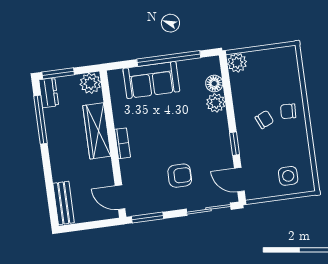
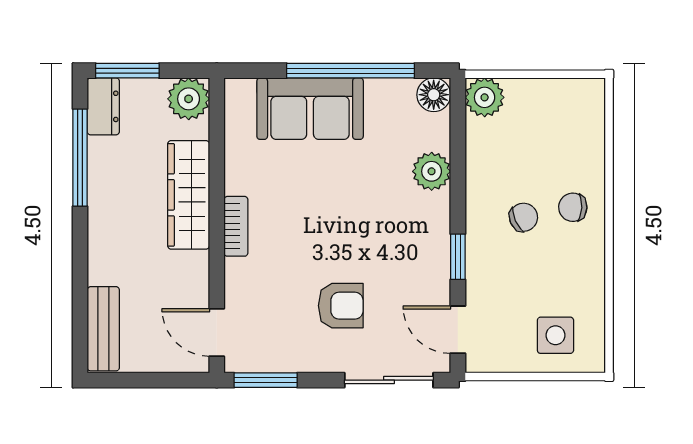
floor lamp: (214, 84) -> (434, 95), moved

